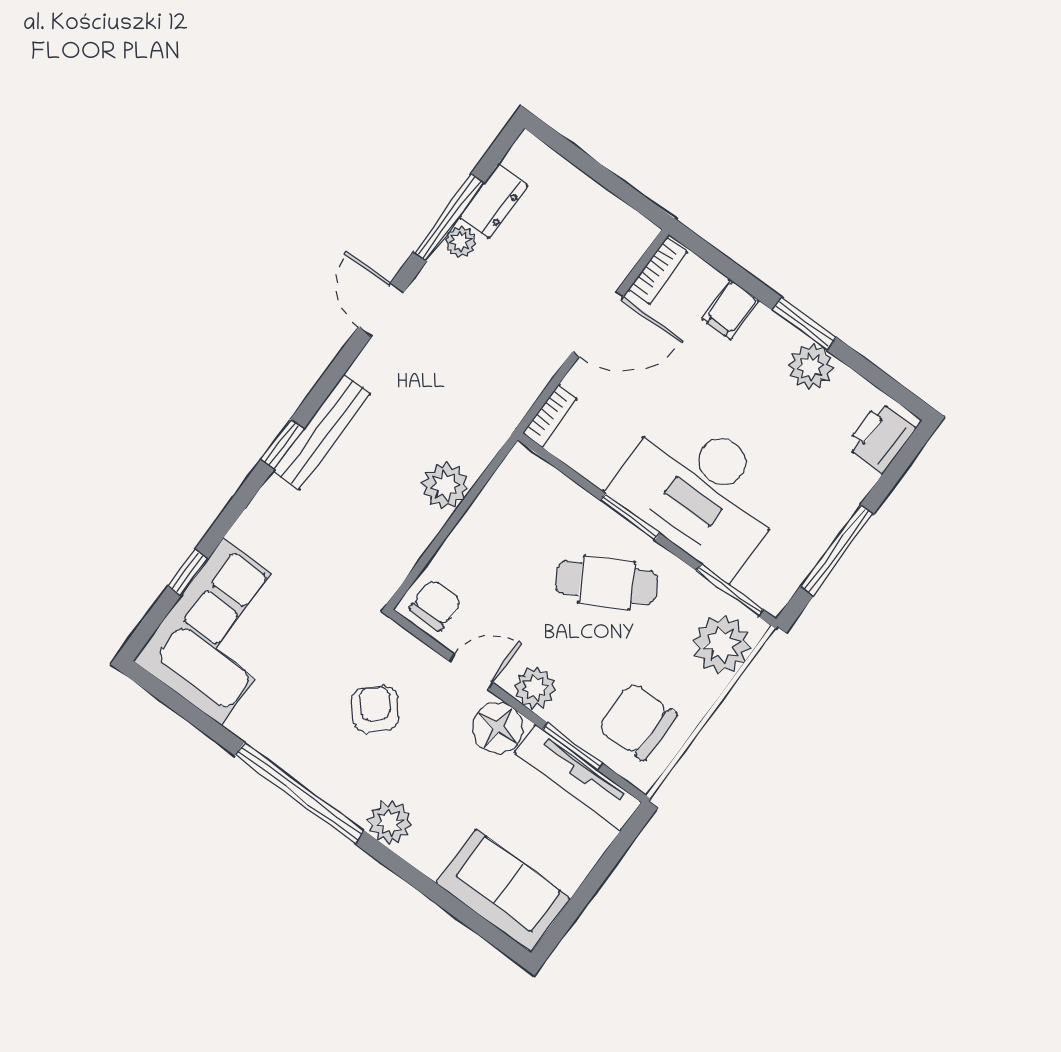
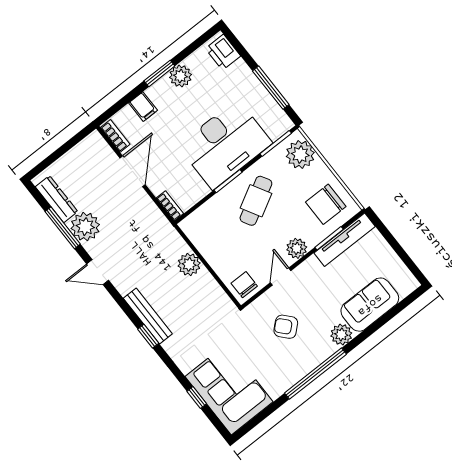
dresser: (493, 201) -> (57, 199), width x1.44
plant: (461, 242) -> (85, 227), width x1.88, depth x1.88
floor lamp: (498, 728) -> (311, 271), removed
sofa: (503, 891) -> (370, 305), moved

